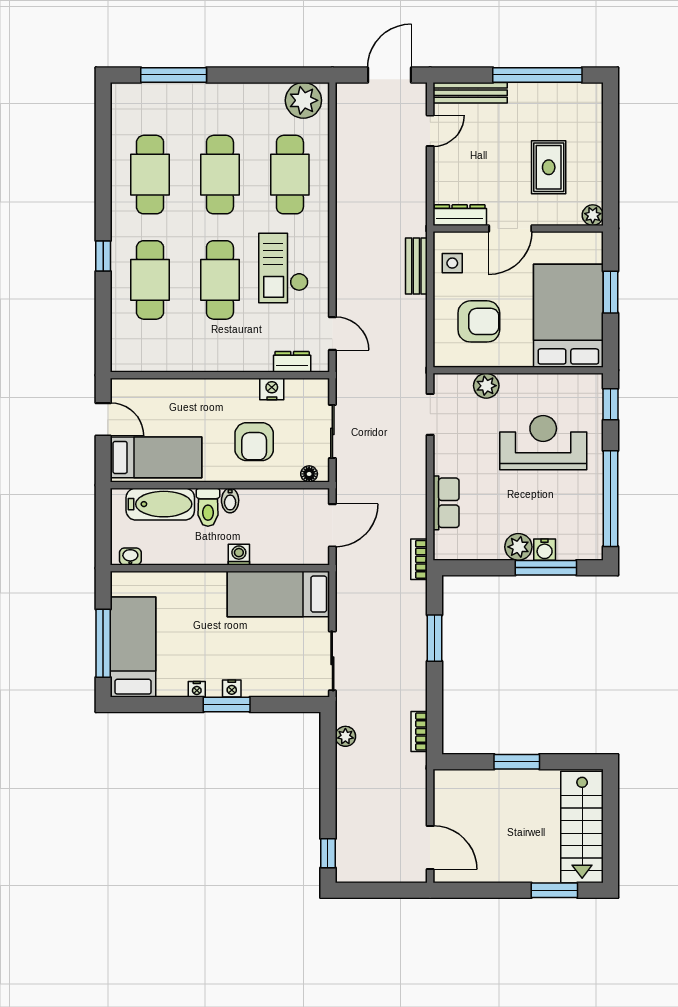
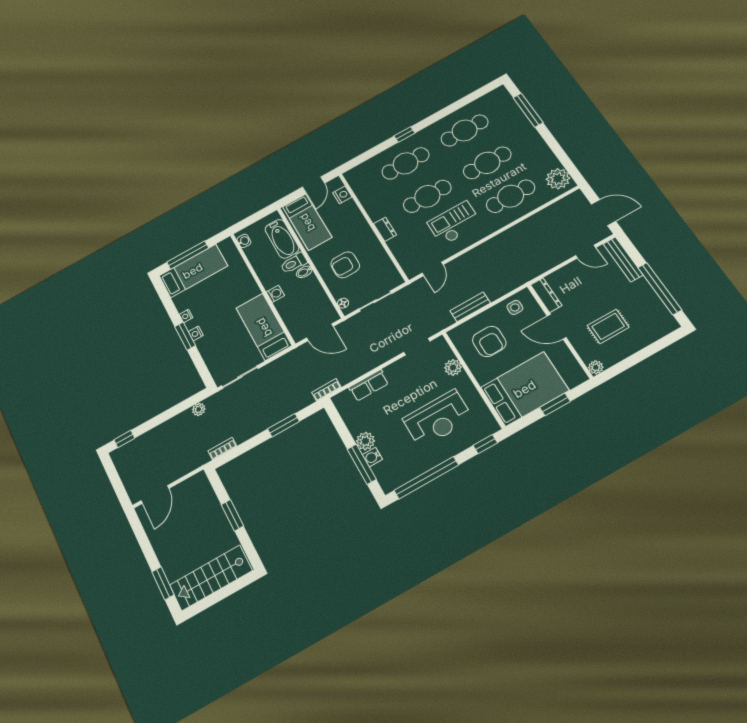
bench: (416, 266) -> (470, 307), moved
dresser: (292, 362) -> (385, 229), moved
nightstand: (272, 389) -> (342, 195), moved
reception desk: (543, 443) -> (438, 419), turned 90

